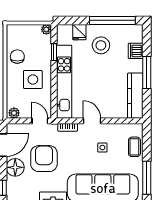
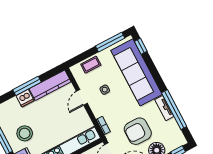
dishwasher: (136, 51) -> (25, 98), moved
door: (92, 121) -> (82, 97), moved

